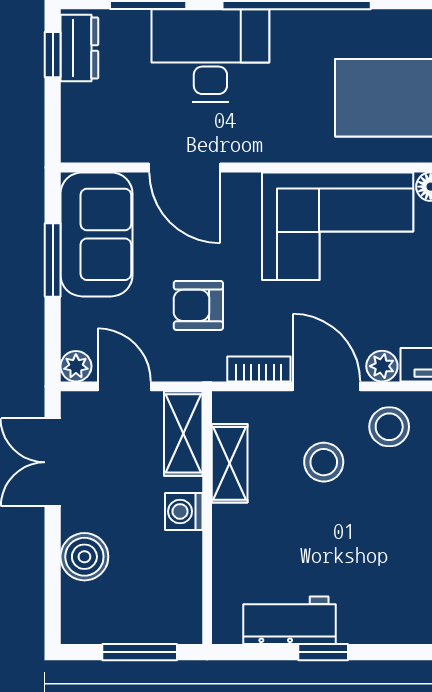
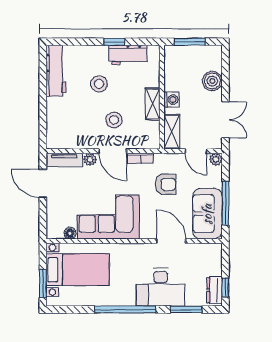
window: (53, 260) -> (225, 203), width x1.44
stool: (389, 427) -> (99, 84), moved
shelving: (230, 463) -> (153, 104), moved

